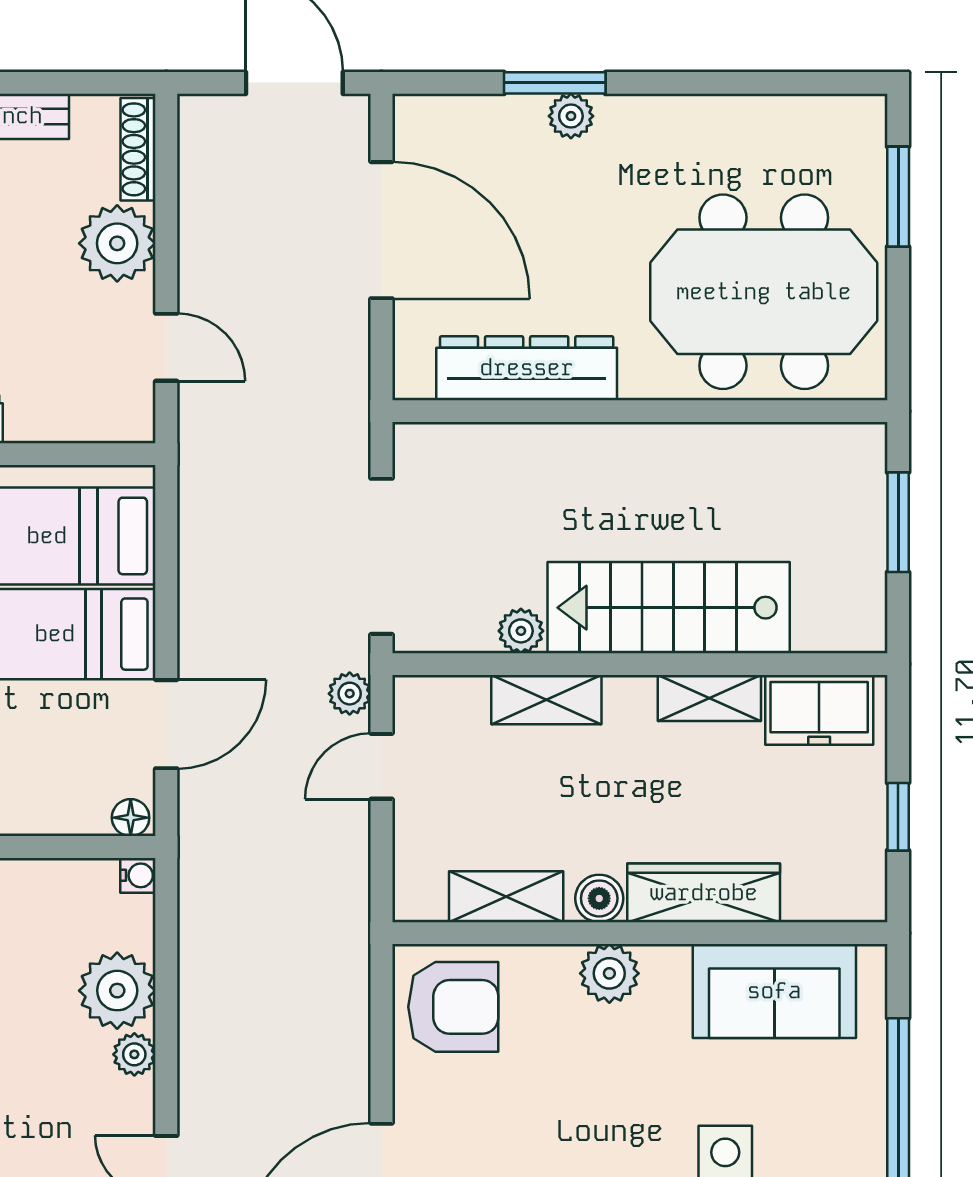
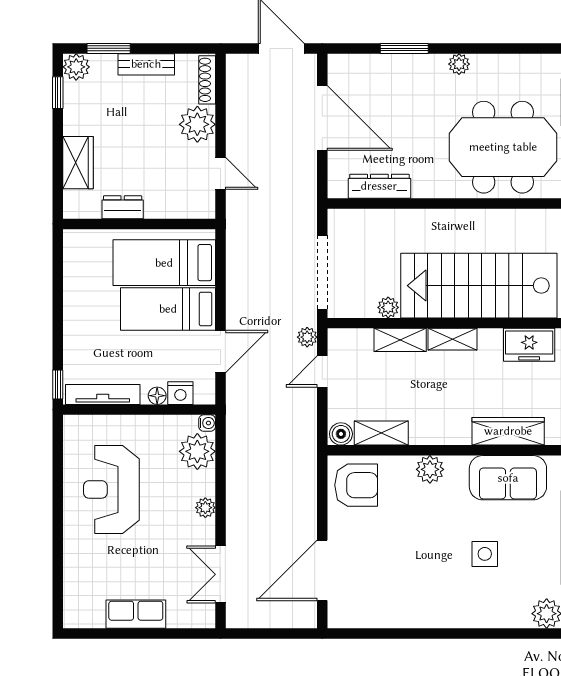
plant: (571, 116) -> (459, 64), moved
dresser: (527, 368) -> (379, 186), width x0.73, depth x0.80
stairs: (669, 608) -> (479, 286), width x1.36, depth x1.51
shelving: (709, 698) -> (453, 339), moved
nightstand: (81, 812) -> (180, 393), added
floor lamp: (131, 818) -> (157, 396), moved
wardrobe: (704, 893) -> (508, 431), moved
boiler: (599, 898) -> (341, 434), moved
plant: (117, 991) -> (197, 451), moved

